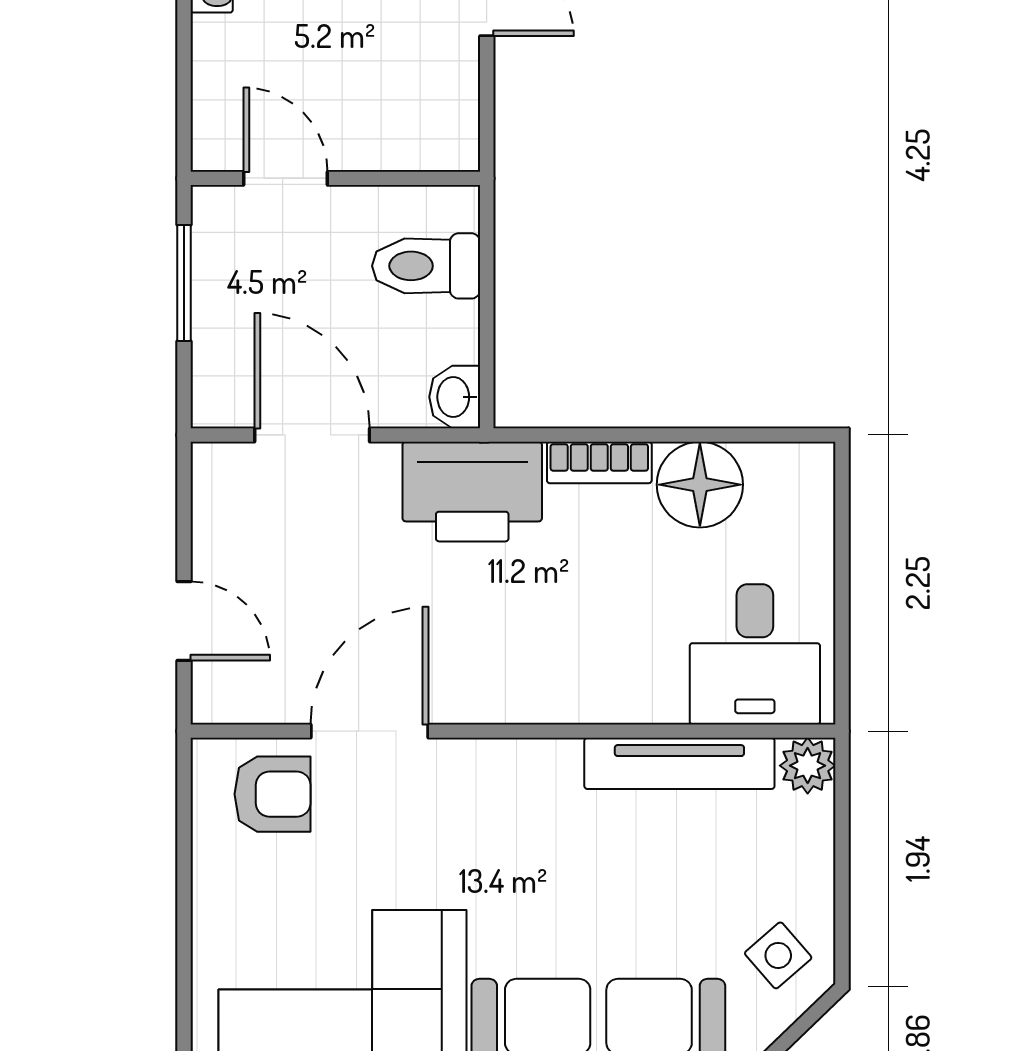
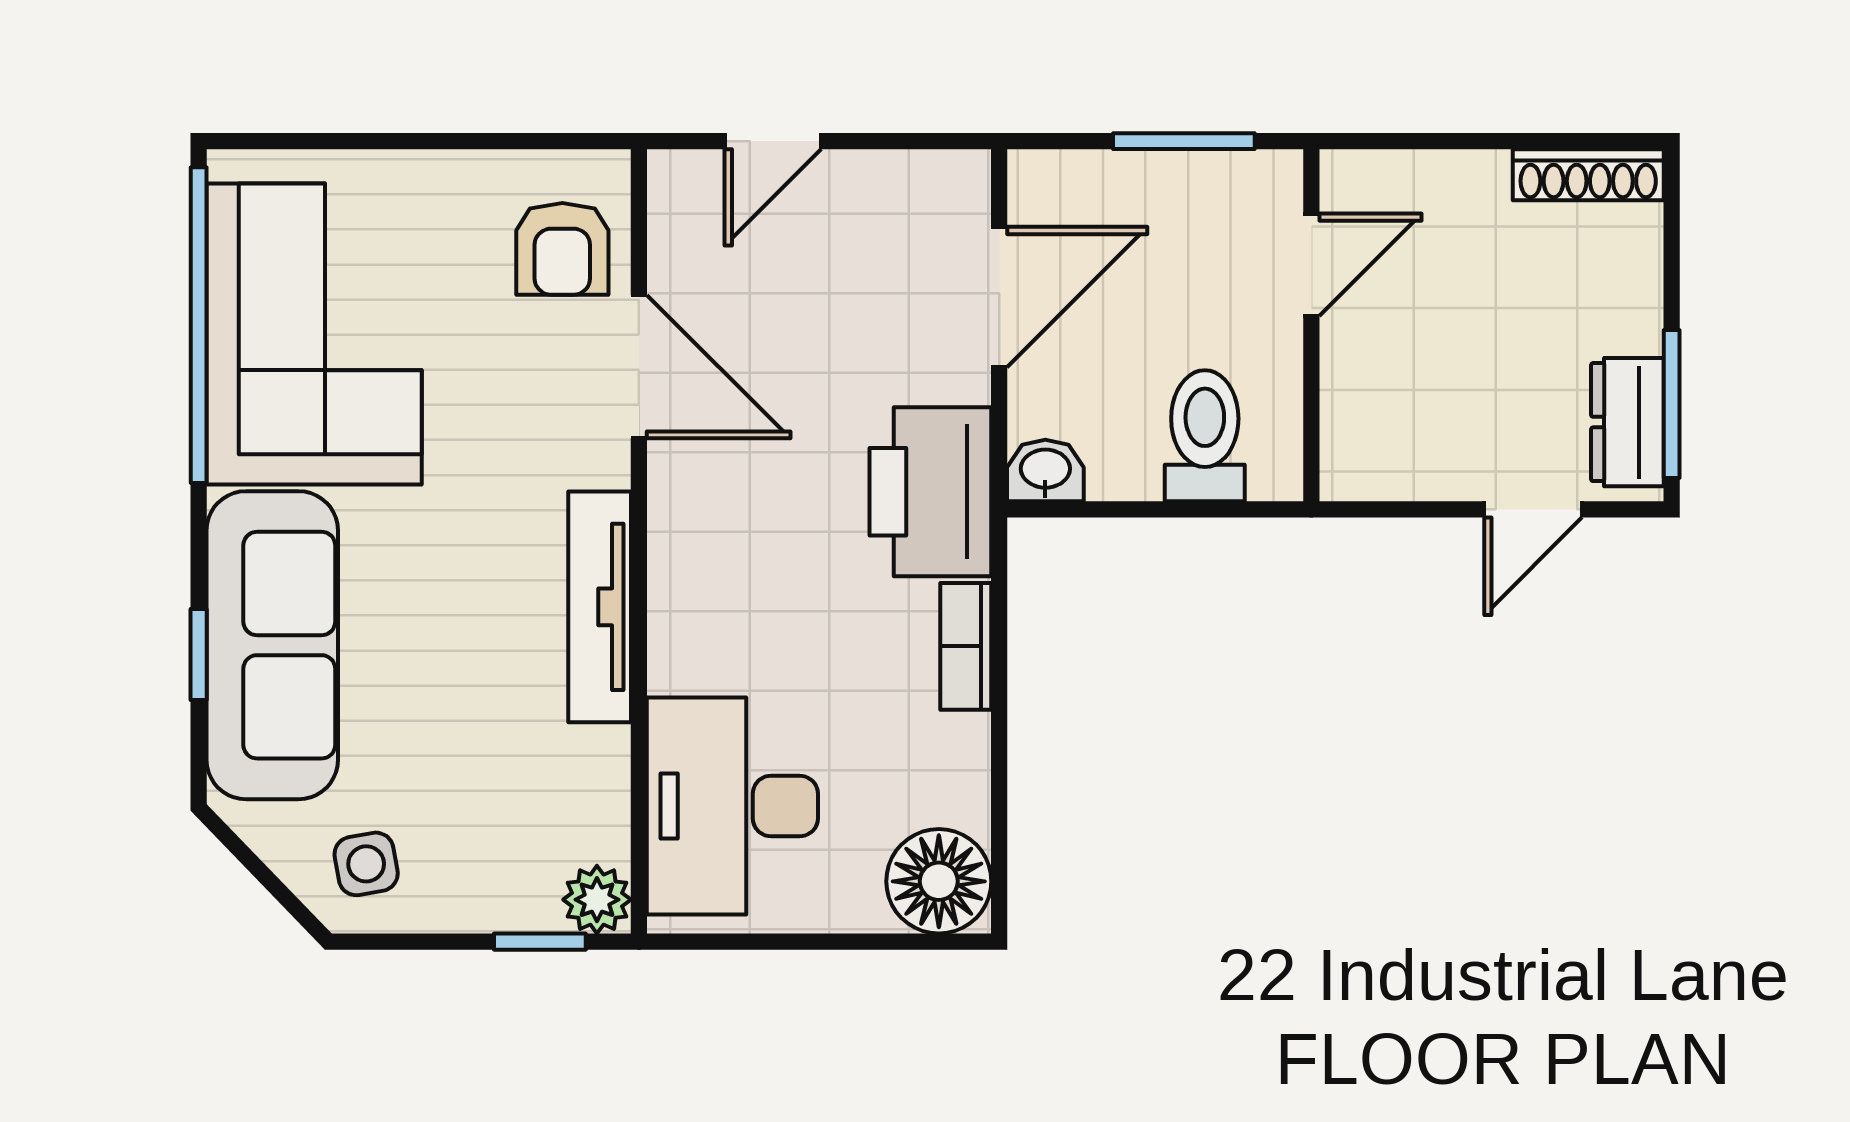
floor lamp: (700, 485) -> (939, 881), moved
desk: (755, 654) -> (732, 806), width x1.37
tv unit: (679, 763) -> (600, 607), moved
window: (842, 813) -> (540, 942), added
side table: (778, 955) -> (366, 864), turned 31

